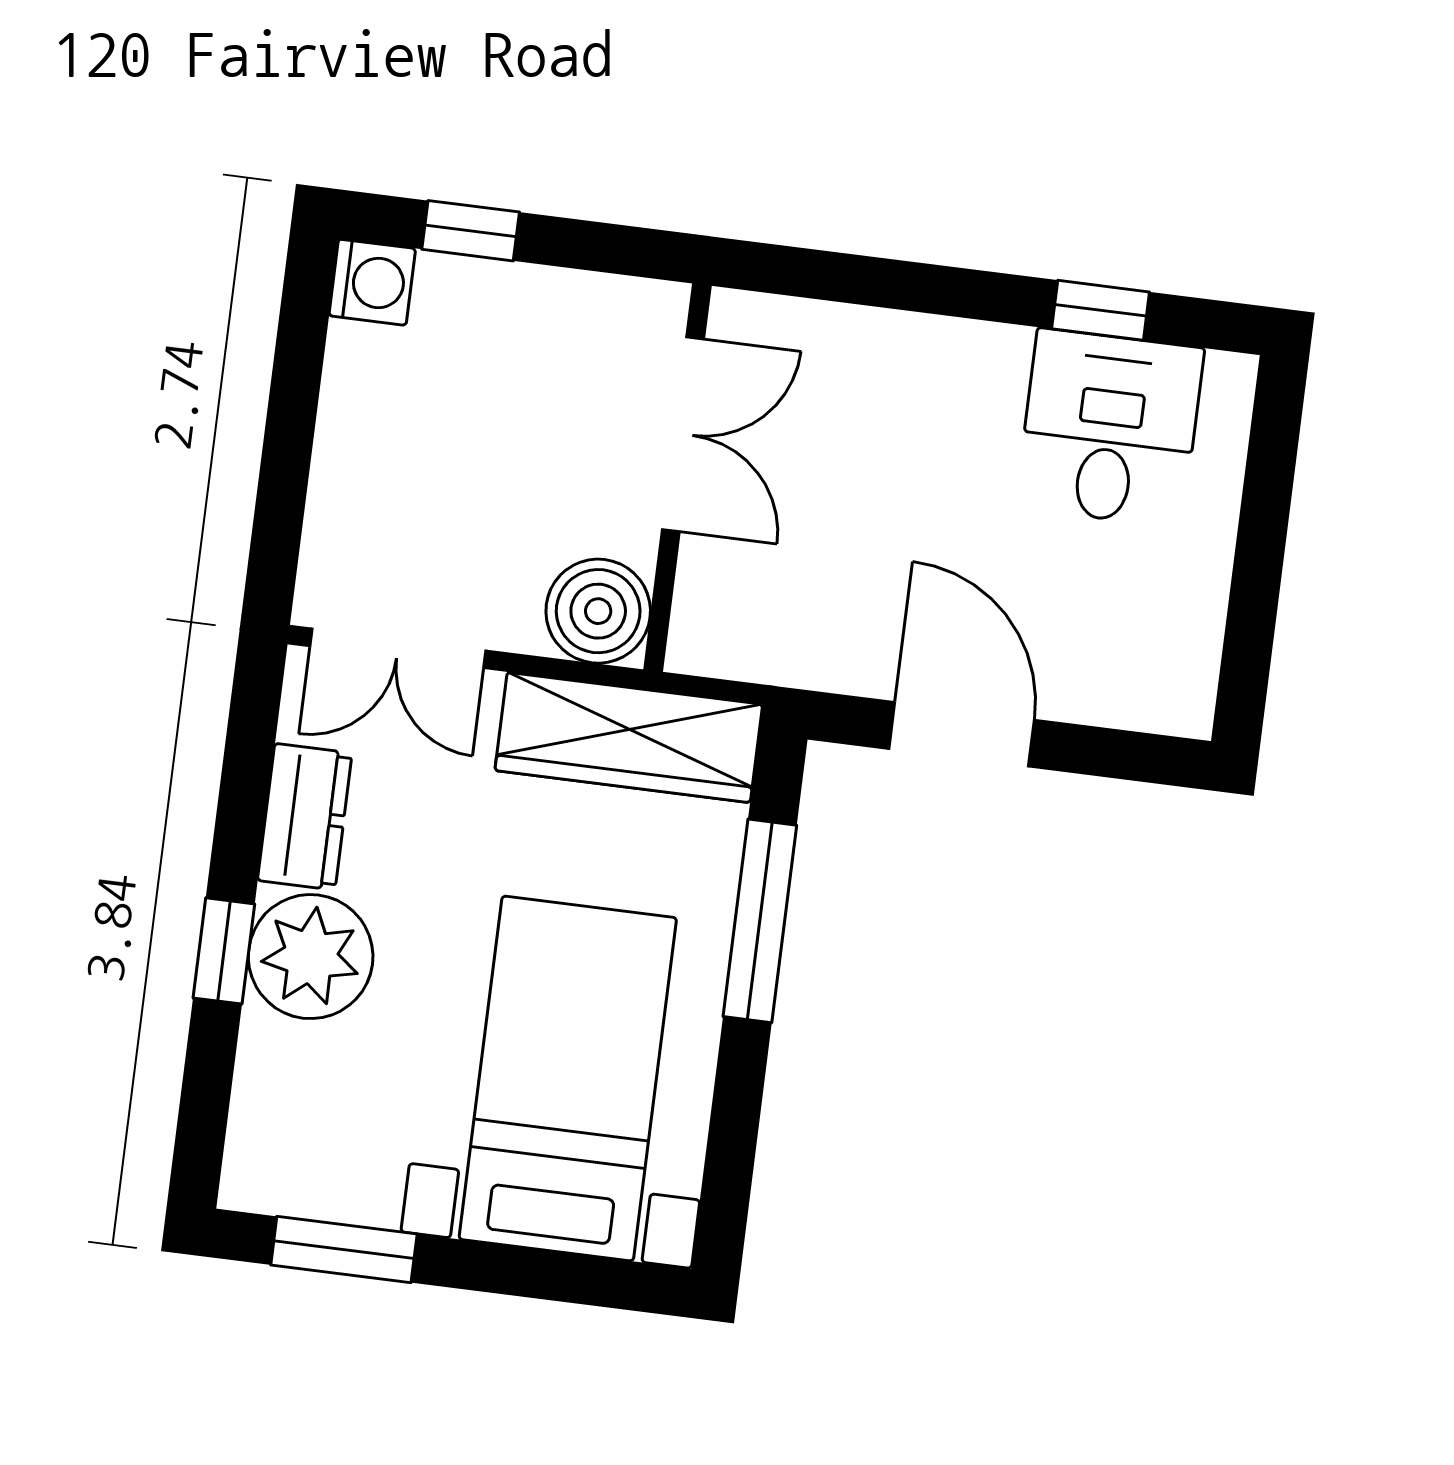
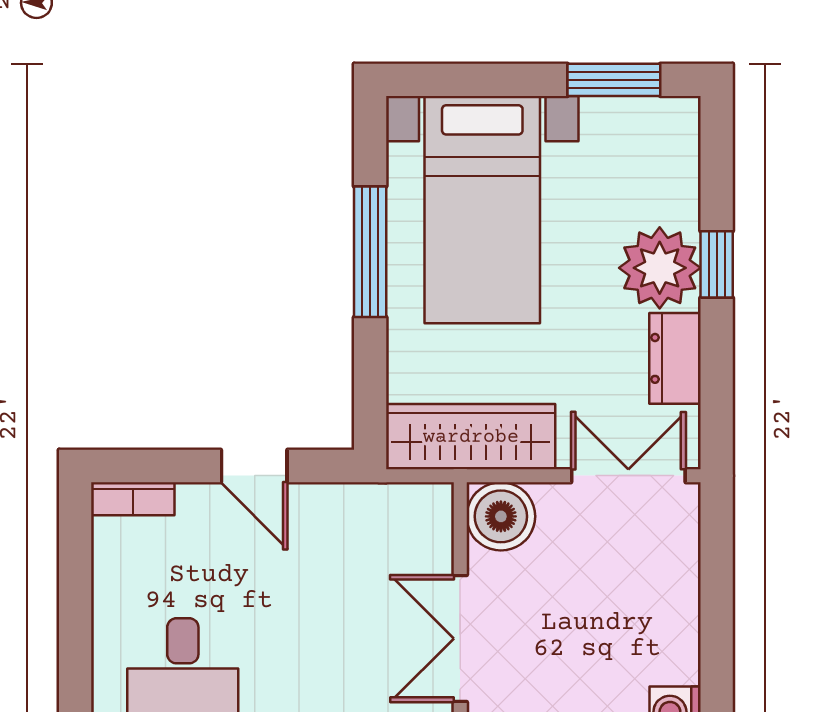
bookcase: (1151, 708) -> (133, 499), added
door: (962, 734) -> (254, 466), width x0.73
window: (760, 921) -> (370, 252), moved

